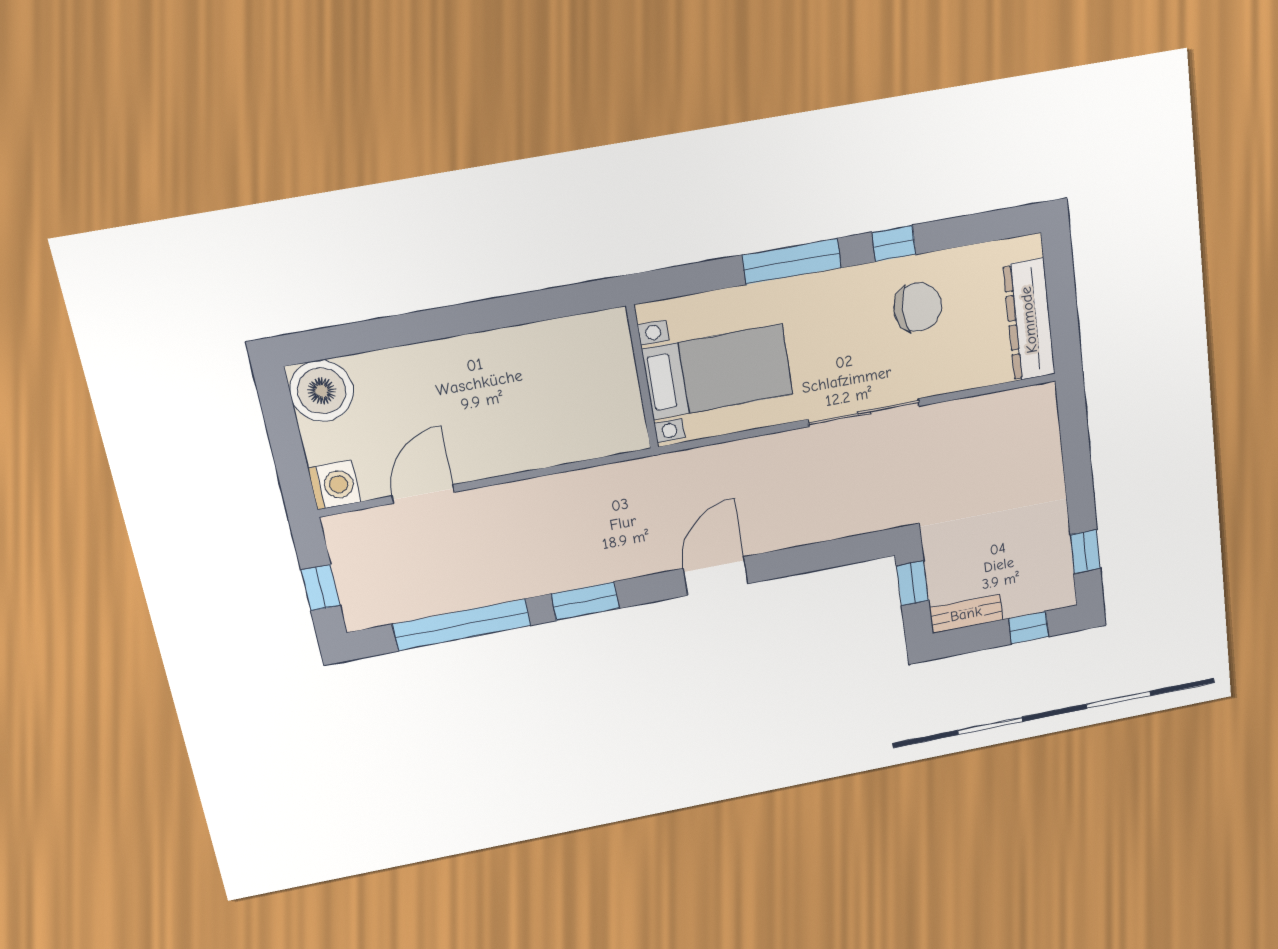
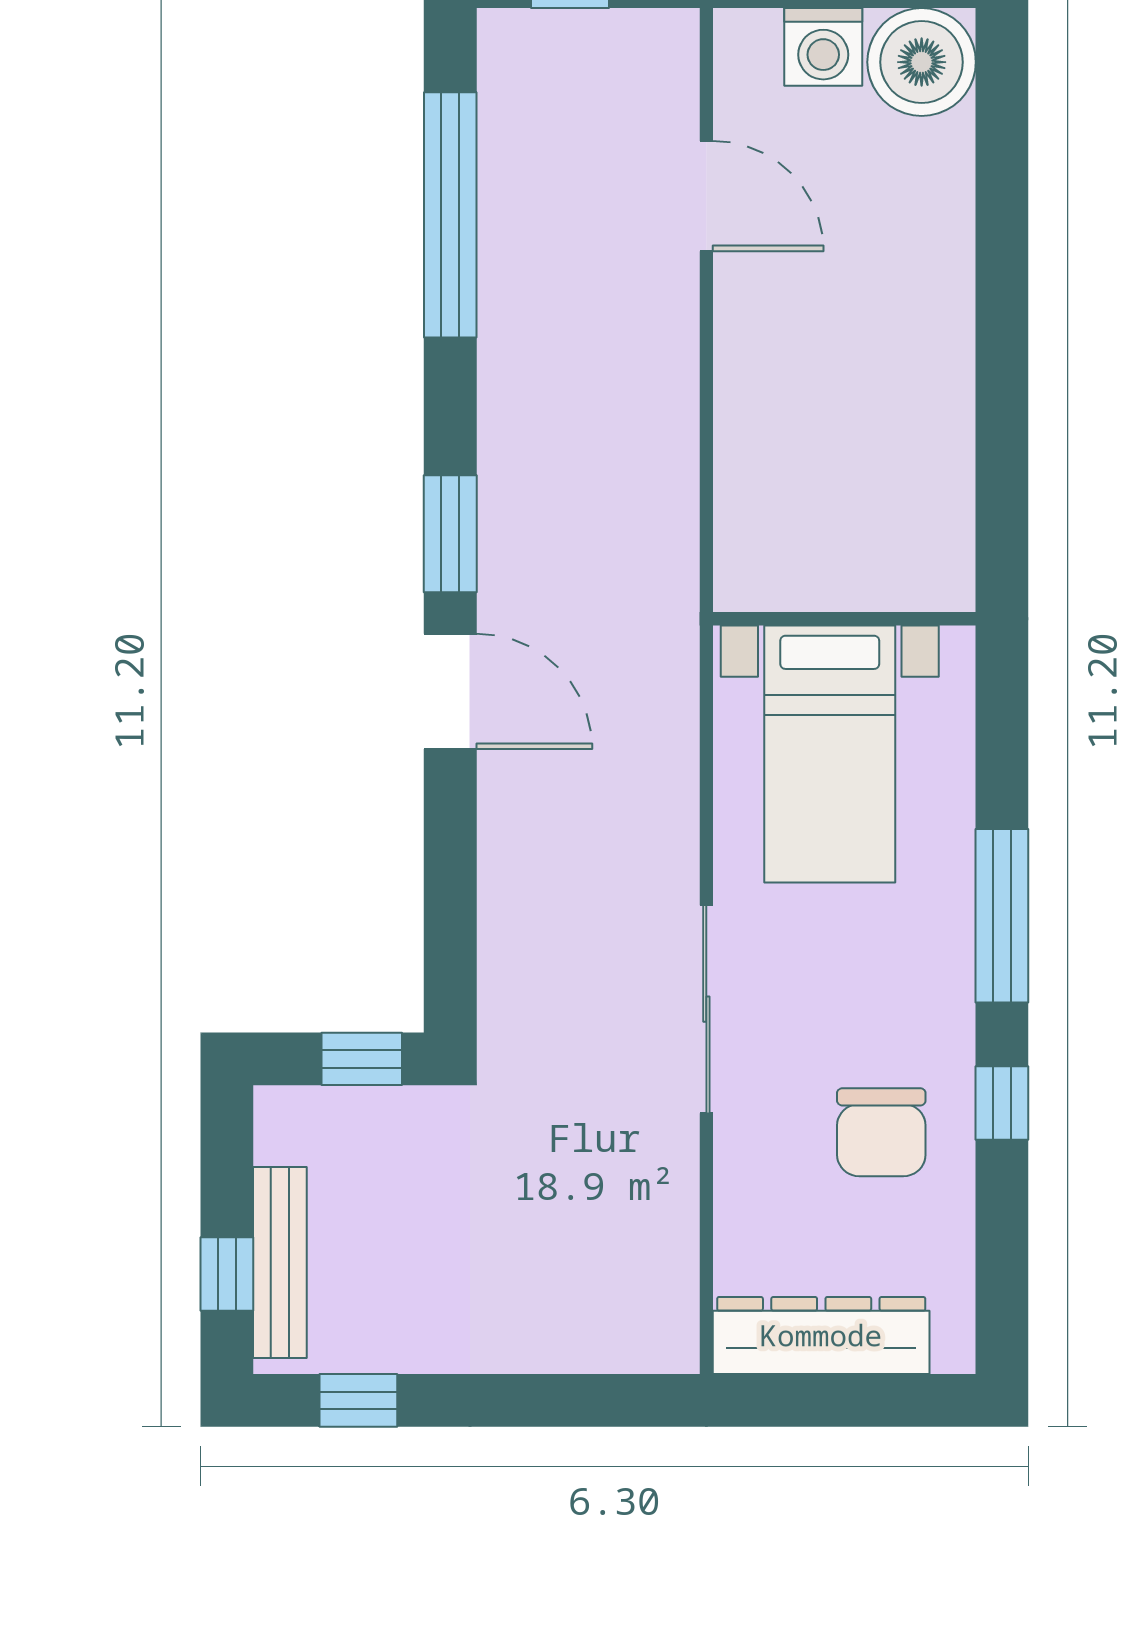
washing machine: (334, 485) -> (823, 47), moved
window: (585, 601) -> (450, 534), moved
bench: (966, 614) -> (280, 1262), moved, width x1.36

